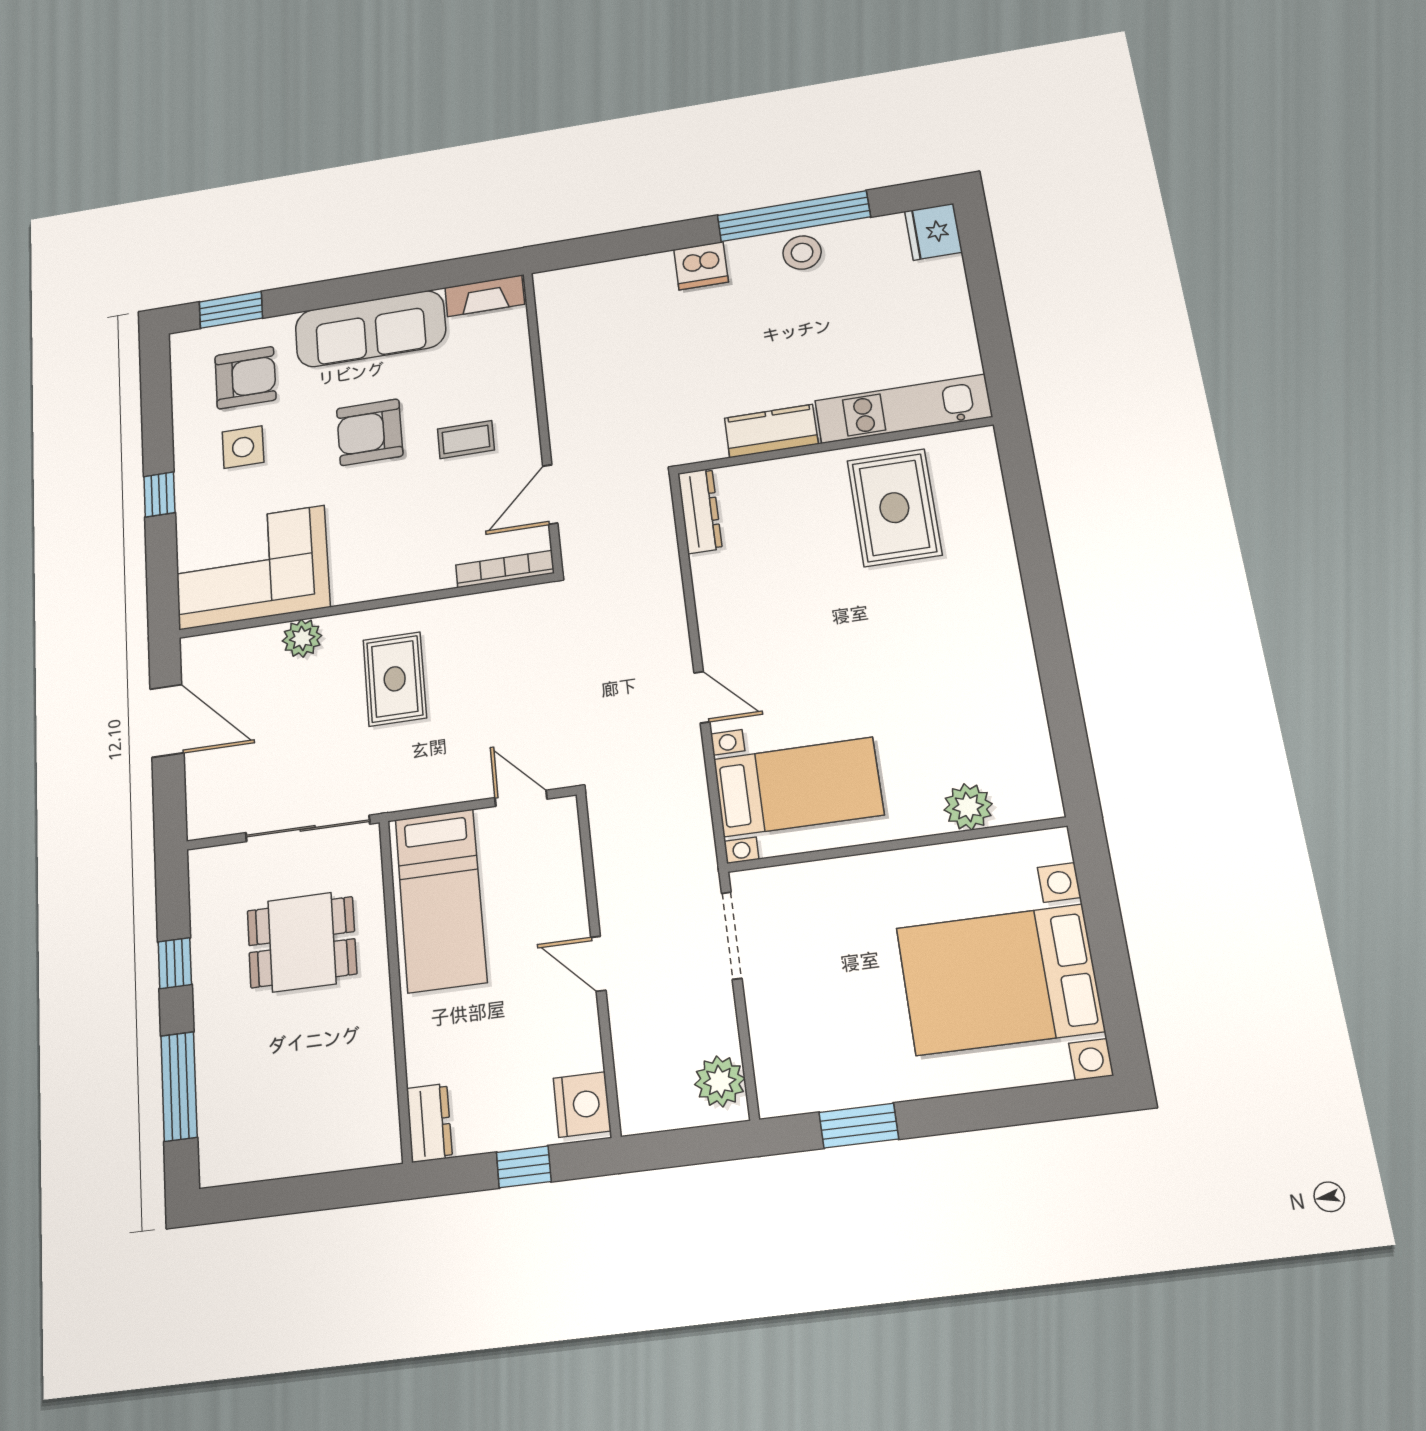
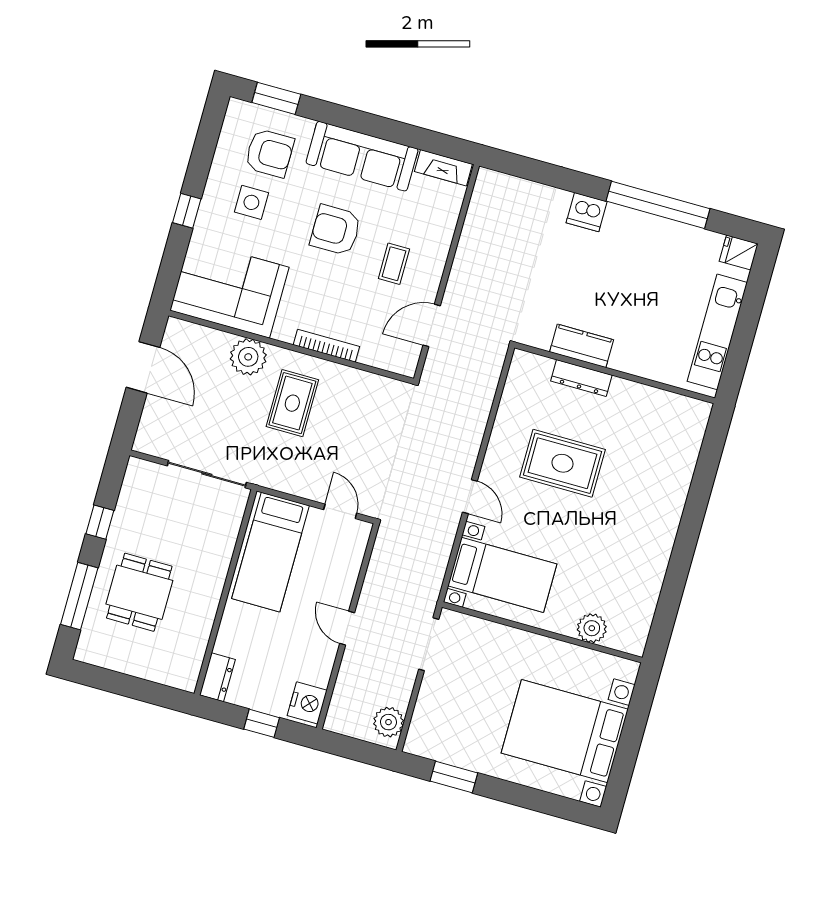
fridge: (933, 232) -> (739, 253), width x0.72
stool: (802, 253) -> (652, 233), removed
kitchen unit: (903, 409) -> (717, 332), moved, turned -90
coffee table: (466, 440) -> (394, 264), turned 90
rug: (894, 508) -> (562, 463), moved, turned 90
dresser: (700, 511) -> (581, 378), moved, turned 90
bookcase: (505, 569) -> (326, 346), moved
plant: (302, 638) -> (248, 357), width x1.36, depth x1.36
dining table: (302, 942) -> (139, 592), moved, turned 90

